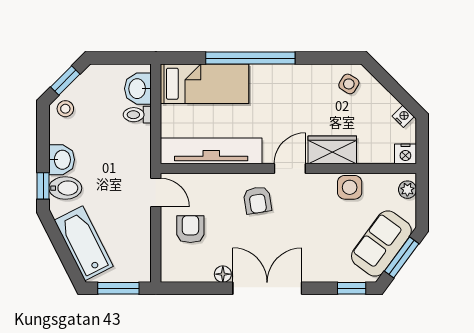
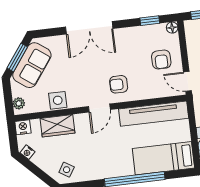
wardrobe: (332, 150) -> (58, 126), moved
armchair: (257, 200) -> (119, 84), turned -81
floor lamp: (223, 274) -> (172, 28), moved
double door: (267, 288) -> (89, 28), moved
window: (352, 288) -> (150, 21), moved

